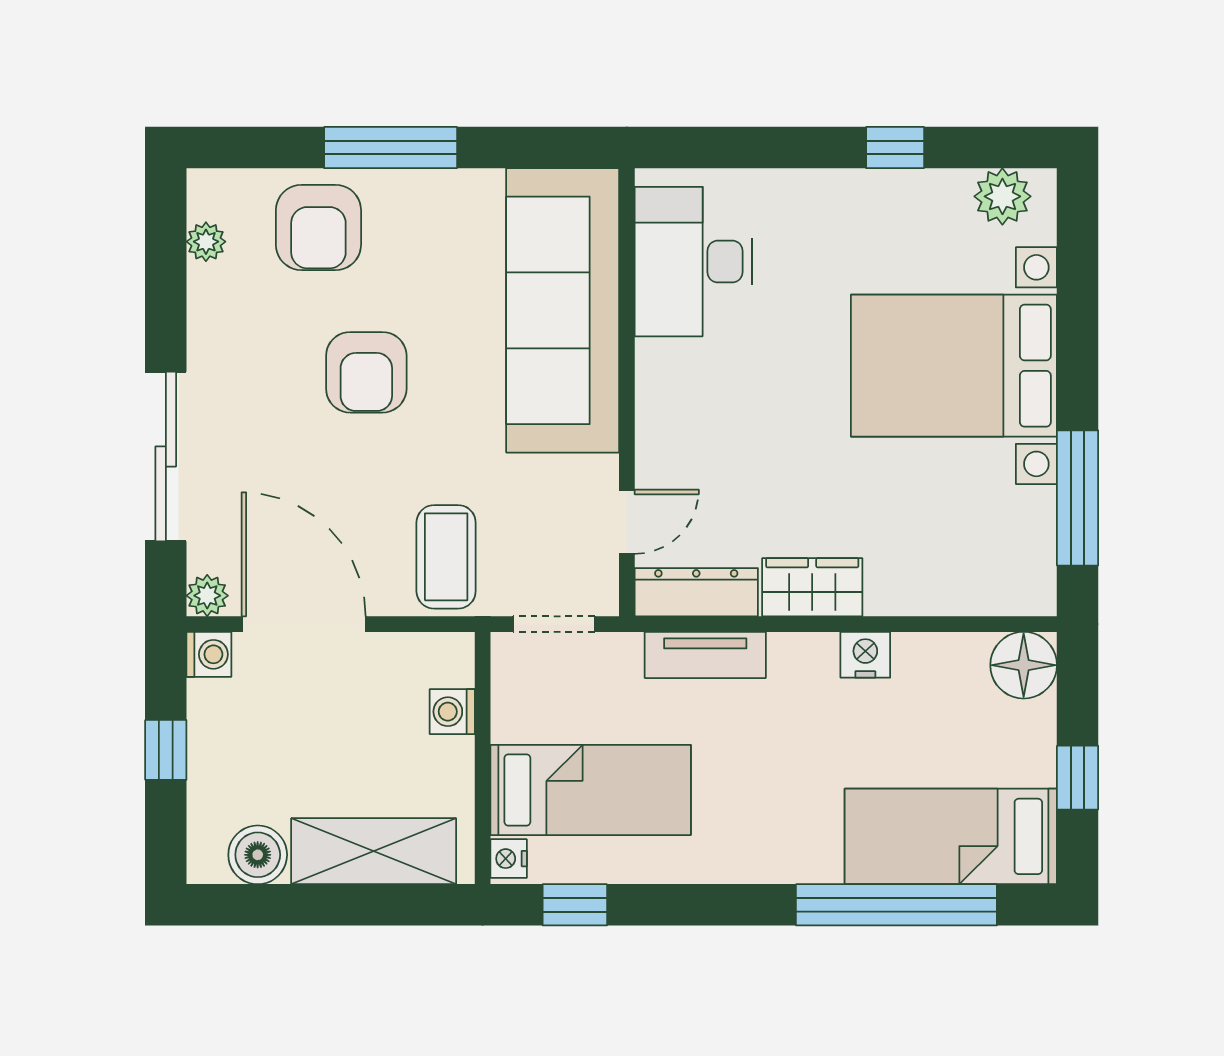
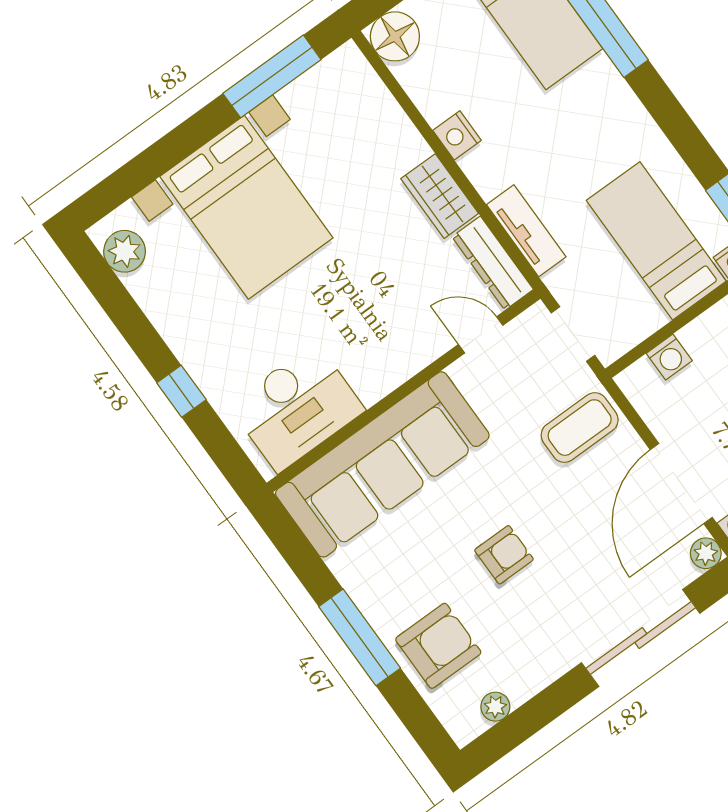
window: (895, 148) -> (181, 391), moved
armchair: (366, 372) -> (504, 555), width x0.72, depth x0.72

